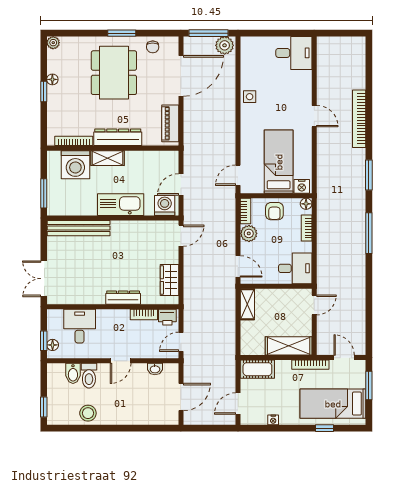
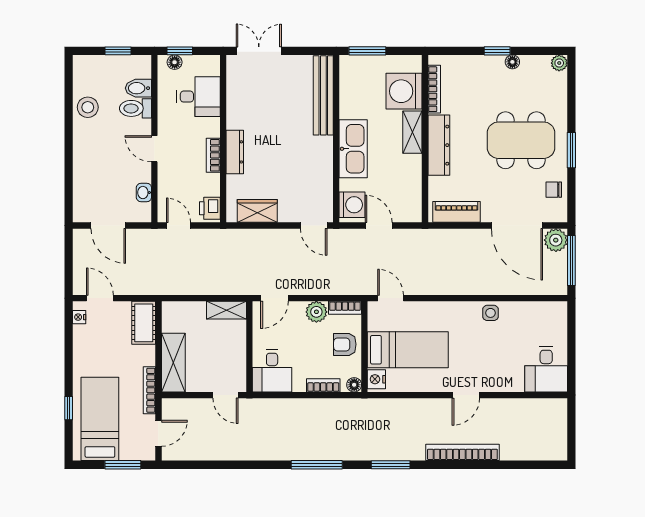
plant: (225, 45) -> (556, 240), moved
bookcase: (144, 315) -> (213, 155), moved
window: (44, 407) -> (118, 51), moved
nightstand: (273, 420) -> (79, 317), moved

